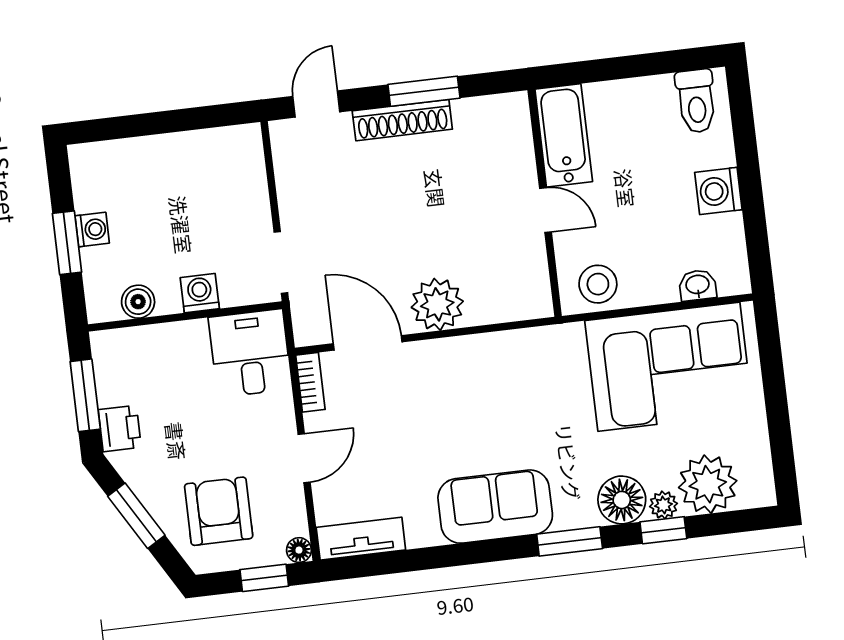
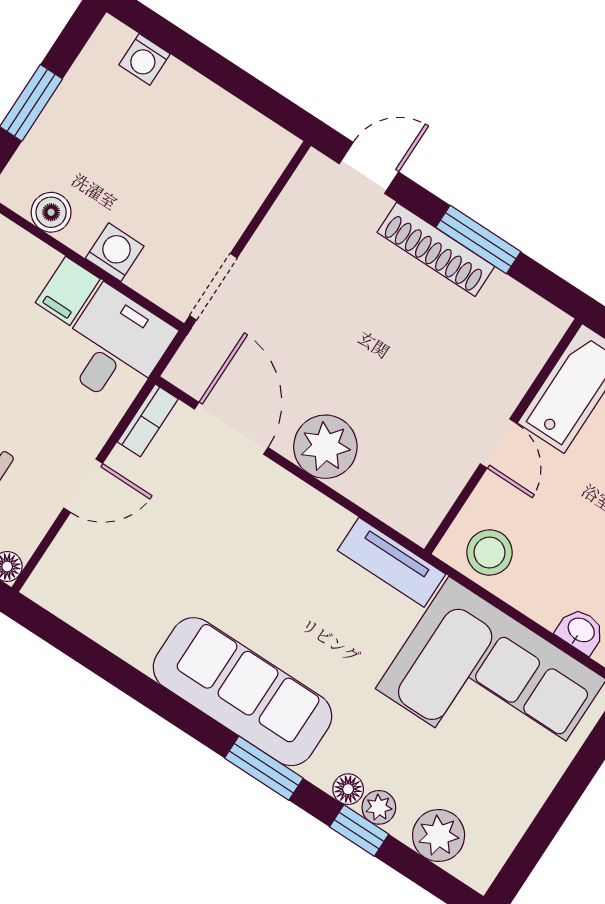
washing machine: (92, 230) -> (144, 59), moved, turned 90
filing cabinet: (191, 343) -> (68, 291), added
plant: (708, 484) -> (439, 836), width x0.73, depth x0.73
floor lamp: (622, 500) -> (348, 789), width x0.53, depth x0.53
sofa: (495, 507) -> (242, 692), width x1.36
tv unit: (361, 539) -> (392, 562), moved, turned 180

